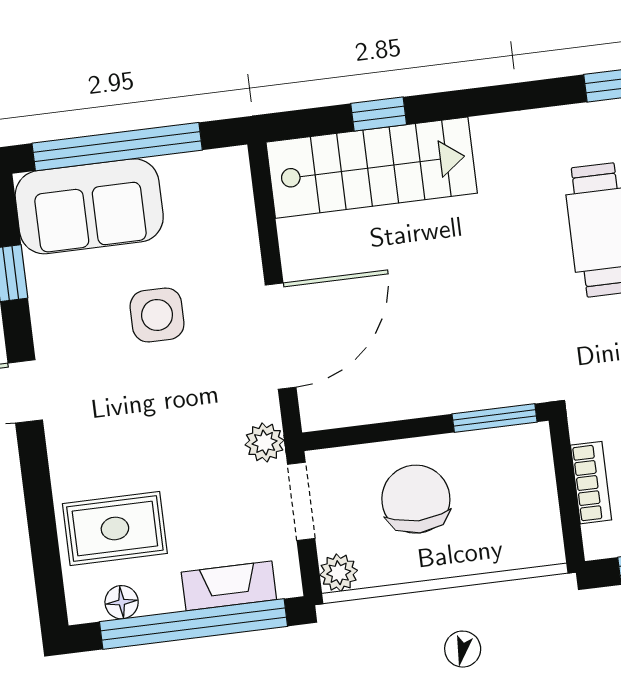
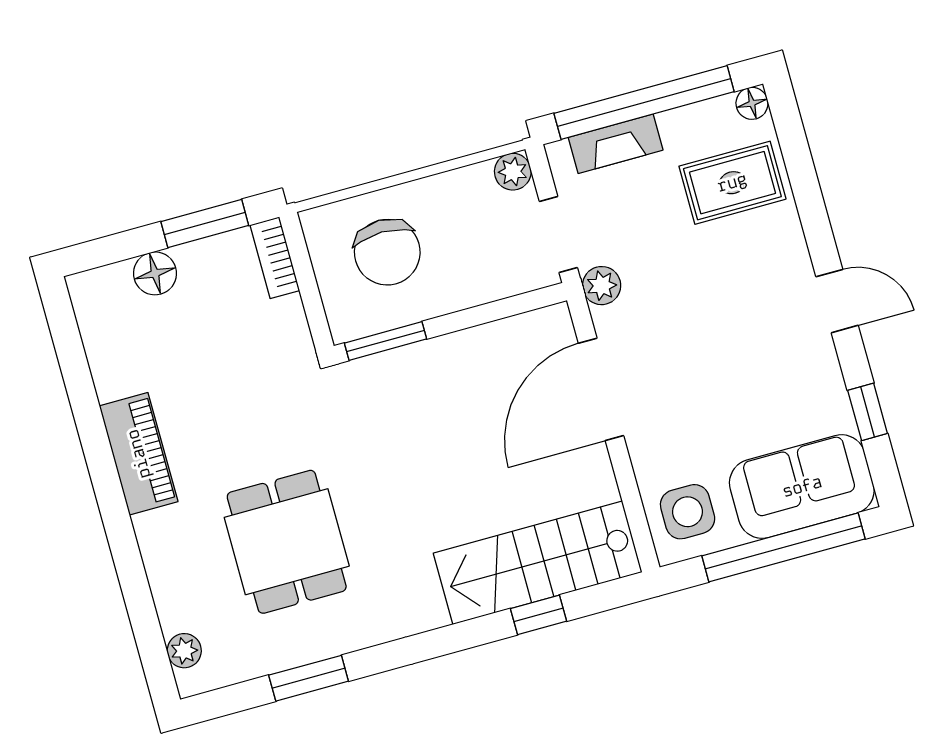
side table: (157, 315) -> (688, 512), moved
bookcase: (591, 483) -> (275, 258), moved
chair: (416, 499) -> (387, 252), moved
floor lamp: (122, 602) -> (752, 103), moved

